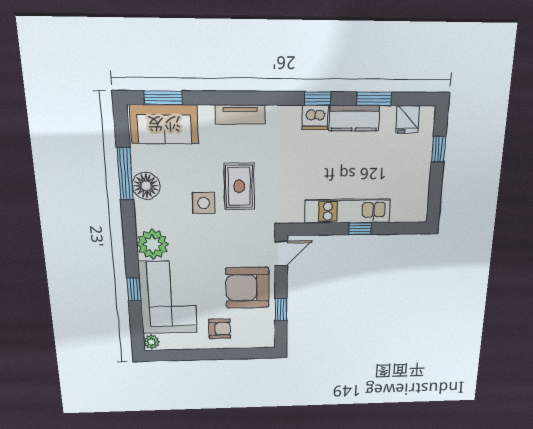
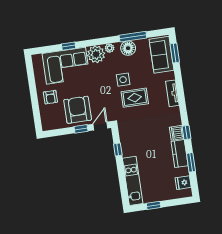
window: (439, 149) -> (154, 205), moved
kitchen unit: (347, 211) -> (133, 181), moved
window: (360, 229) -> (118, 150), moved
door: (281, 253) -> (100, 126), swing flipped
window: (281, 310) -> (81, 129), moved
plant: (151, 342) -> (110, 48), moved

